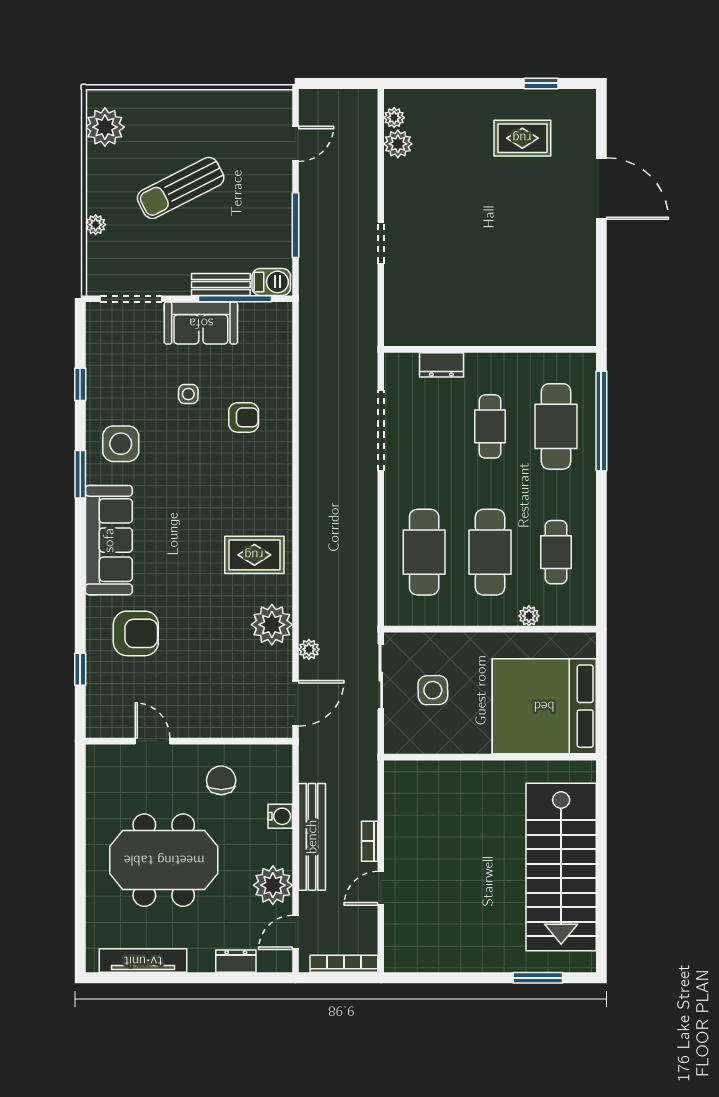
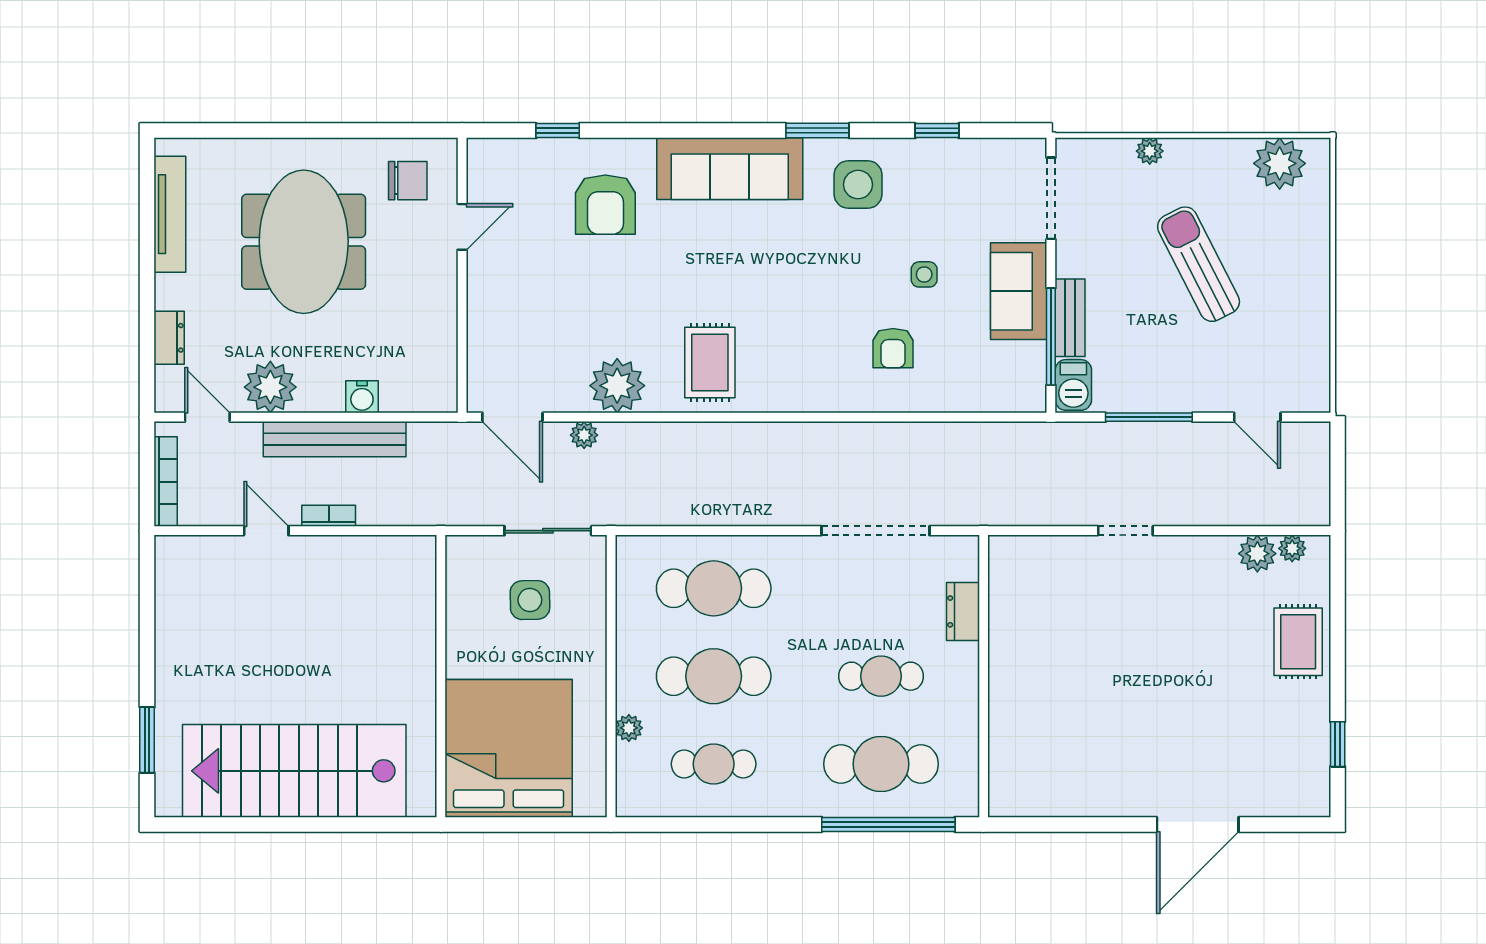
rug: (522, 138) -> (1298, 642), moved
chair: (221, 780) -> (408, 181), moved

